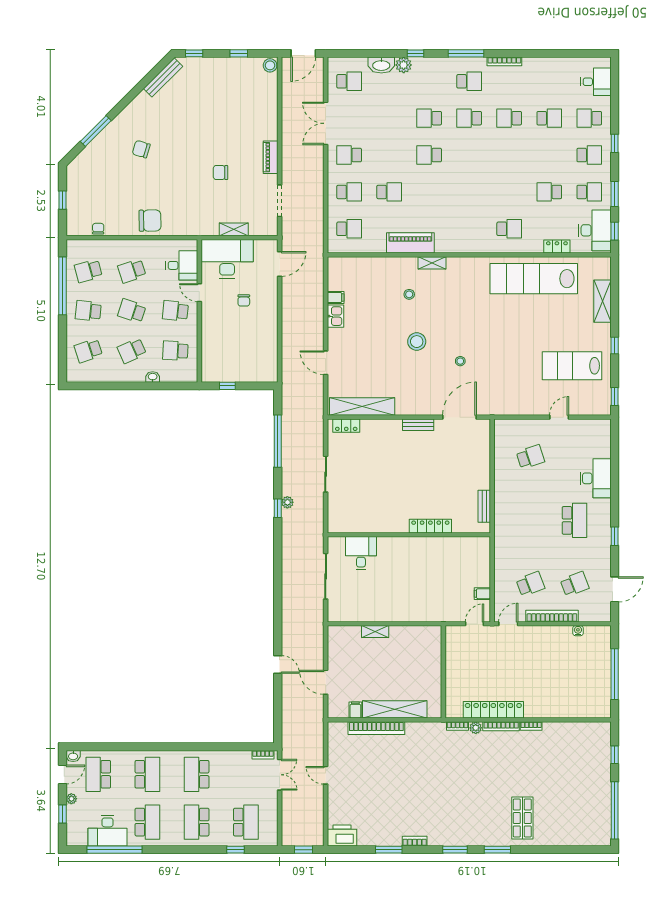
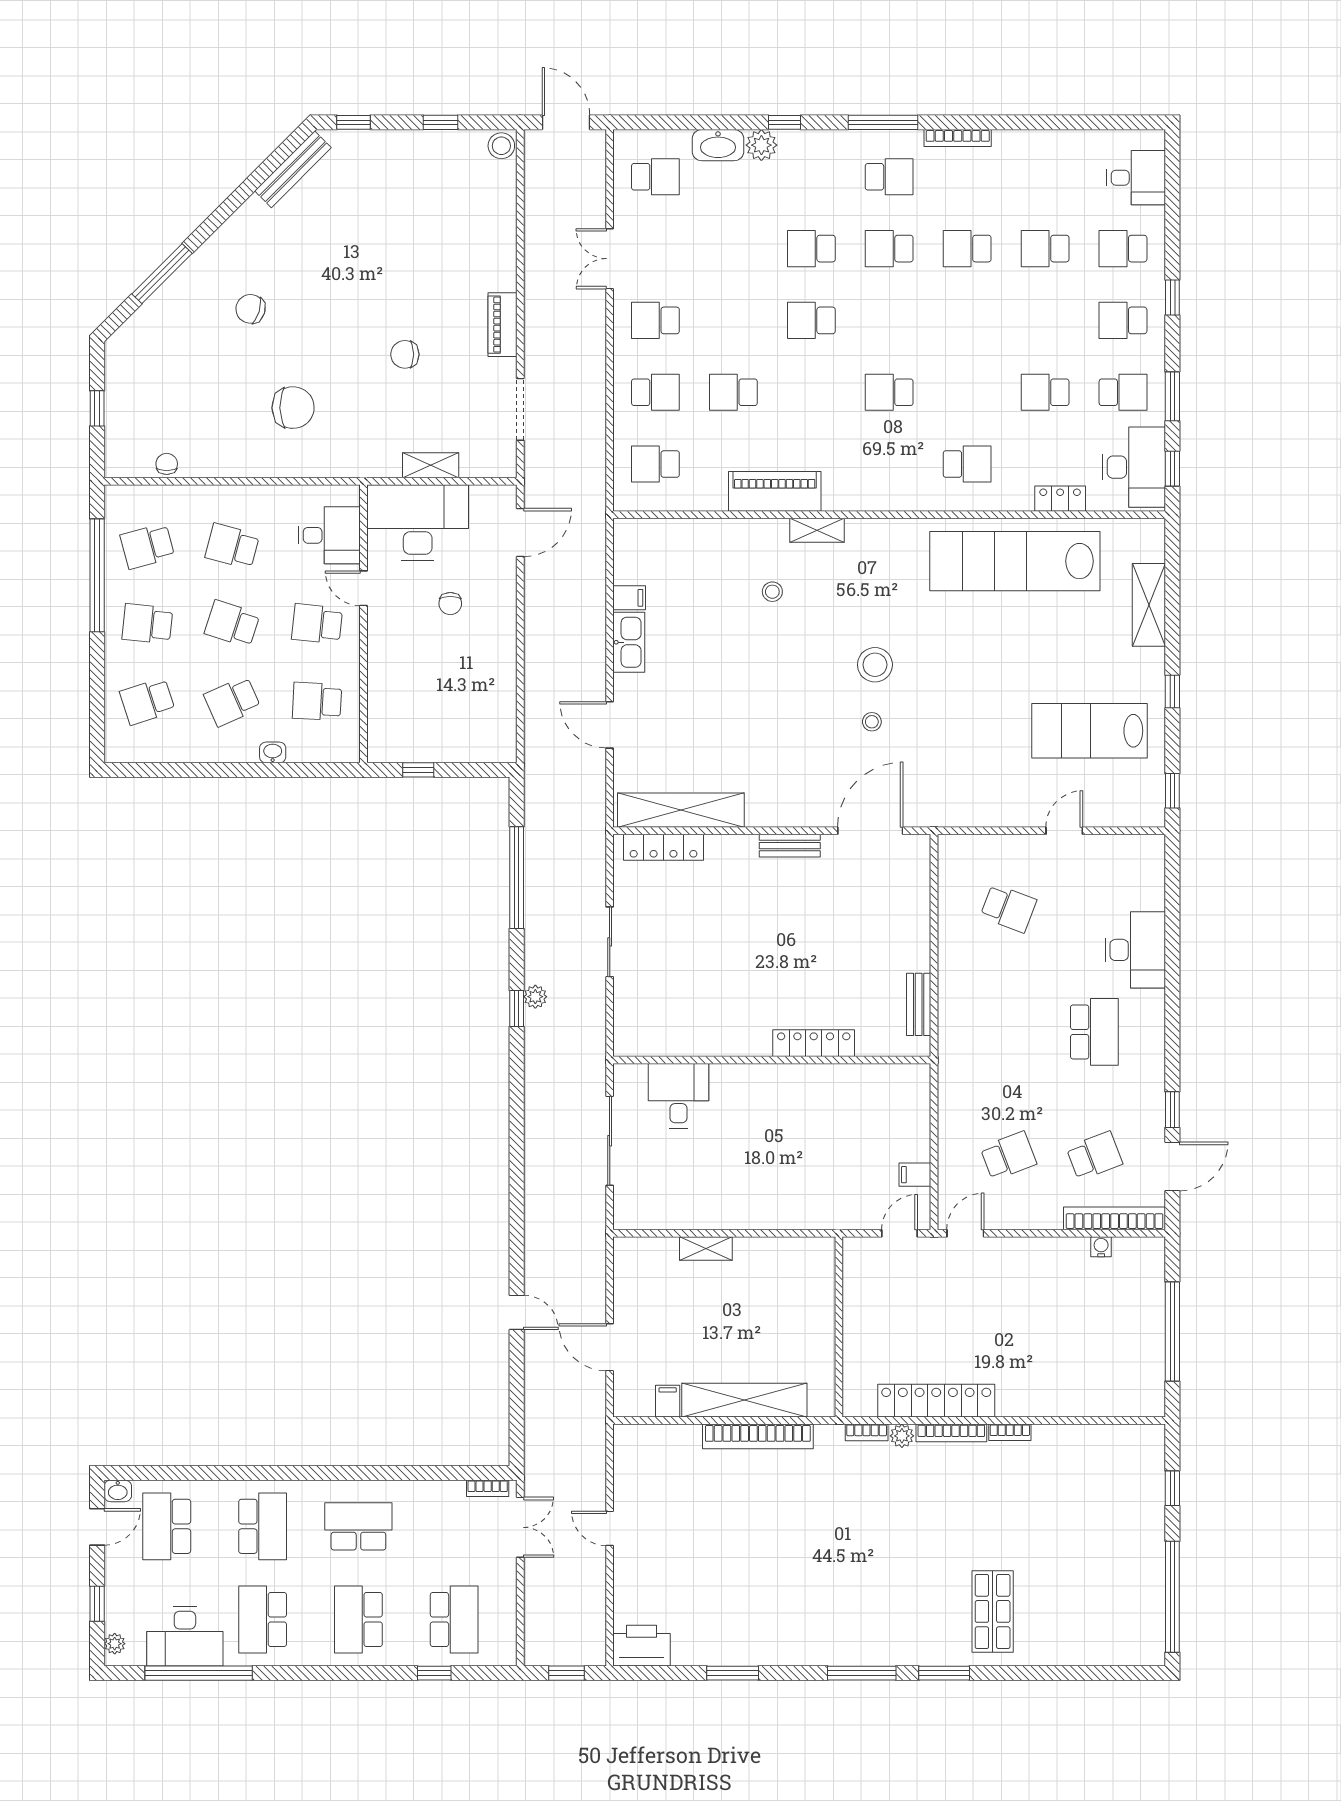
door: (303, 53) -> (566, 122), swing flipped
school desk: (549, 118) -> (1045, 249), turned 180
double door: (326, 123) -> (610, 259), width x0.73
school desk: (589, 155) -> (1123, 320), turned 180
school desk: (389, 192) -> (733, 392), turned 180
school desk: (469, 192) -> (889, 392), added
chair: (150, 221) -> (293, 408), moved
school desk: (349, 229) -> (655, 464), turned 180
school desk: (132, 271) -> (232, 546), turned 33
kitchen sink: (335, 316) -> (629, 642), width x1.38
stool: (417, 342) -> (875, 665), moved
locker: (346, 426) -> (664, 847), width x1.53
school desk: (530, 457) -> (1008, 908), turned 39
window: (615, 536) -> (1172, 1110), moved
bookcase: (552, 616) -> (1115, 1218), moved
bookcase: (376, 728) -> (758, 1436), moved
school desk: (197, 774) -> (358, 1526), turned 90
plant: (71, 799) -> (115, 1644), moved
school desk: (147, 822) -> (263, 1620), turned 180
bookcase: (415, 841) -> (783, 1656), removed
window: (455, 850) -> (862, 1673), width x1.44

